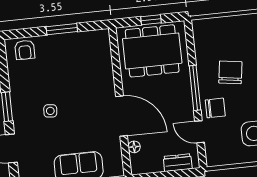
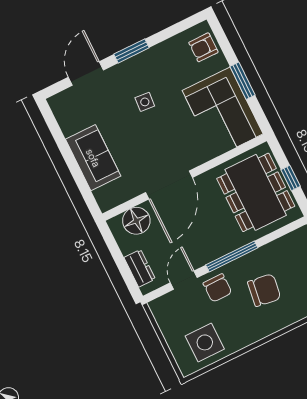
corner sofa: (81, 54) -> (223, 112), added
floor lamp: (134, 147) -> (136, 221), width x1.89, depth x1.89

